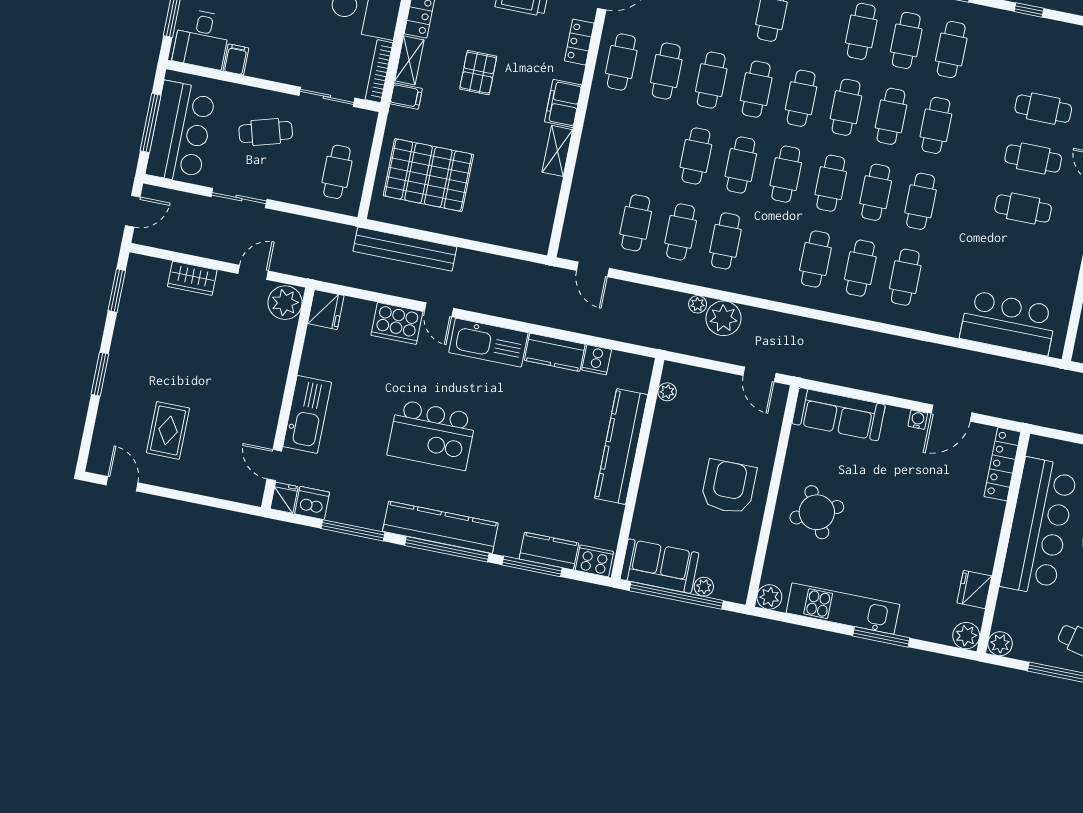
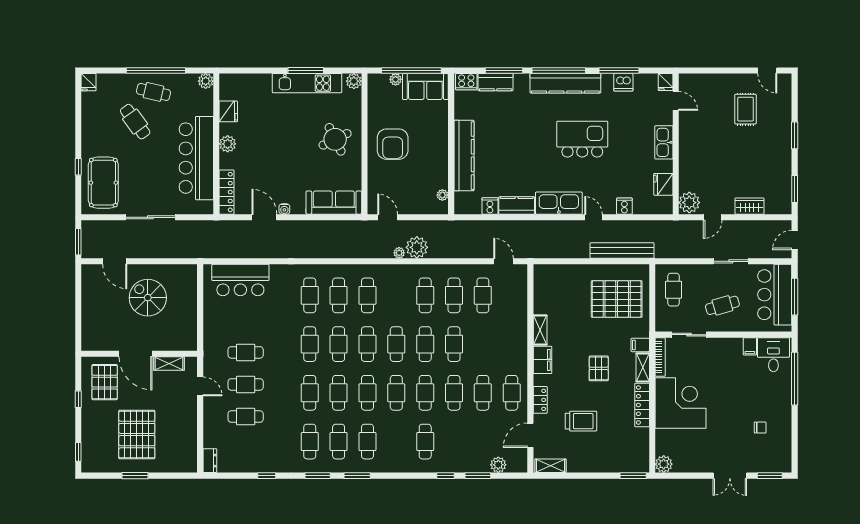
plant: (698, 304) -> (399, 253), moved
fridge: (326, 310) -> (663, 184), moved
cooker: (397, 323) -> (624, 206), width x0.53, depth x0.76
door: (951, 413) -> (264, 217), hinge flipped
kitchen sink: (307, 414) -> (664, 142), width x0.73, depth x0.81
dishwasher: (312, 503) -> (623, 82), moved
plant: (966, 636) -> (228, 144), moved
window: (881, 637) -> (306, 70), moved

